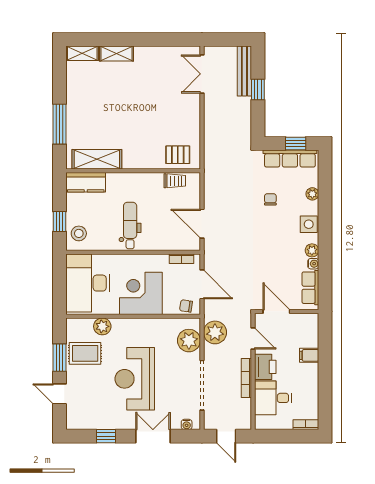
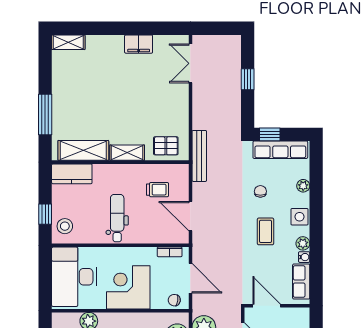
shelving: (117, 54) -> (127, 153), moved
filing cabinet: (151, 55) -> (139, 44), added
bench: (244, 71) -> (199, 156), moved
window: (296, 144) -> (270, 134), moved
trolley: (175, 181) -> (158, 190), moved
coffee table: (275, 239) -> (265, 231), added

